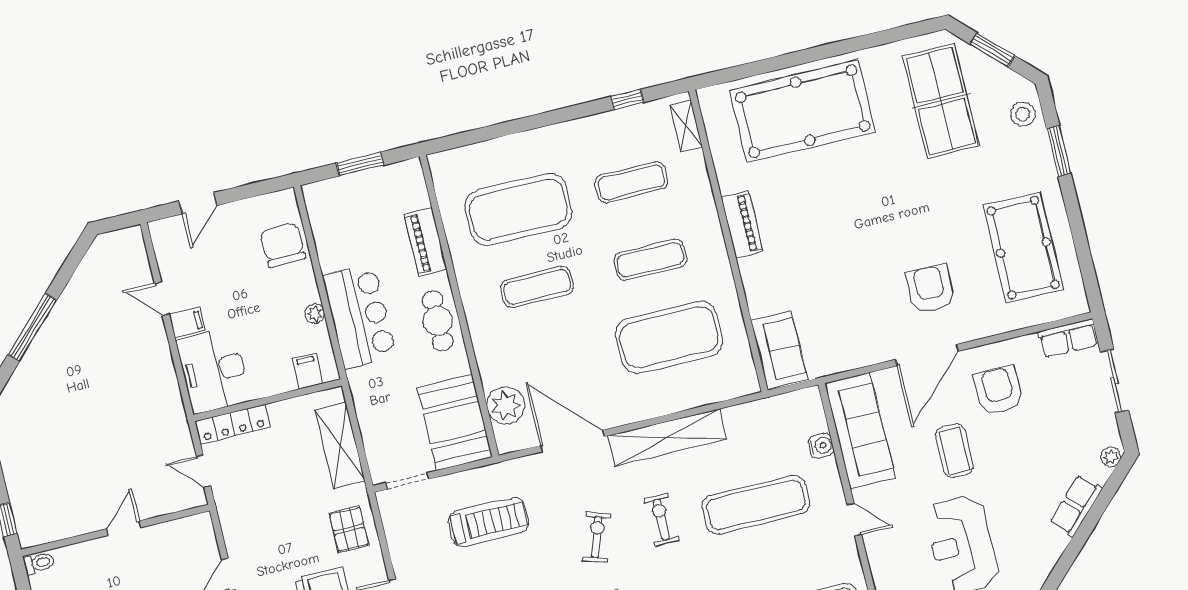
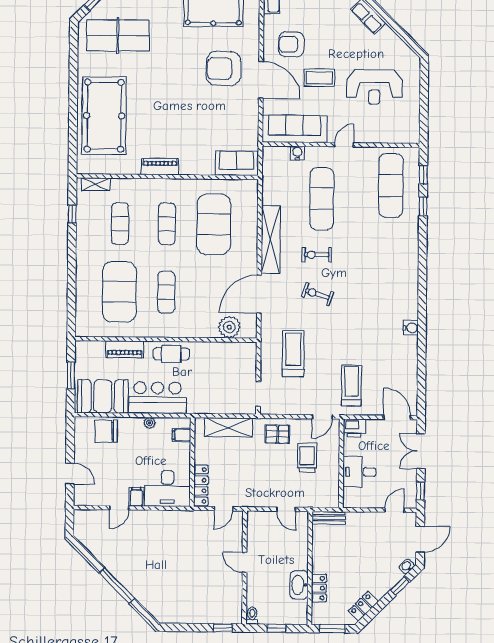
armchair: (930, 289) -> (224, 68), width x1.36, depth x1.36
booth: (455, 422) -> (103, 396), moved

